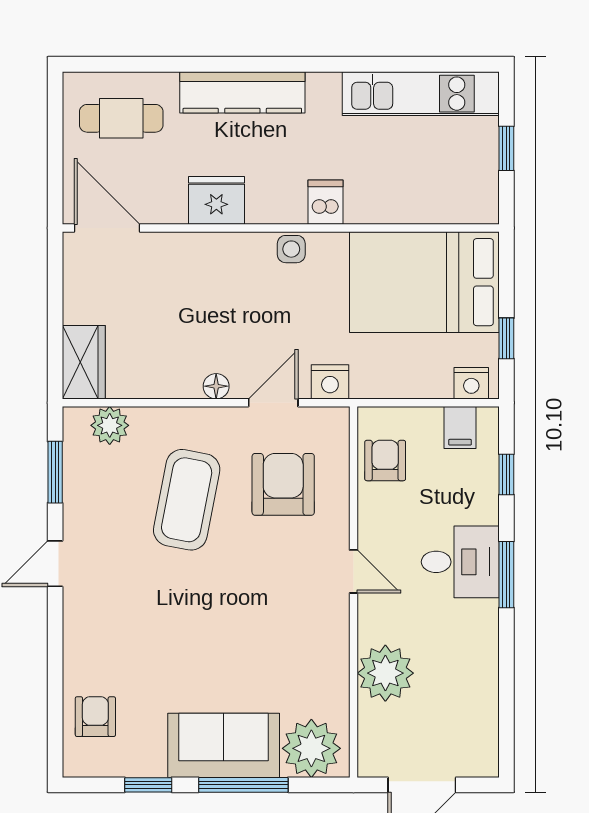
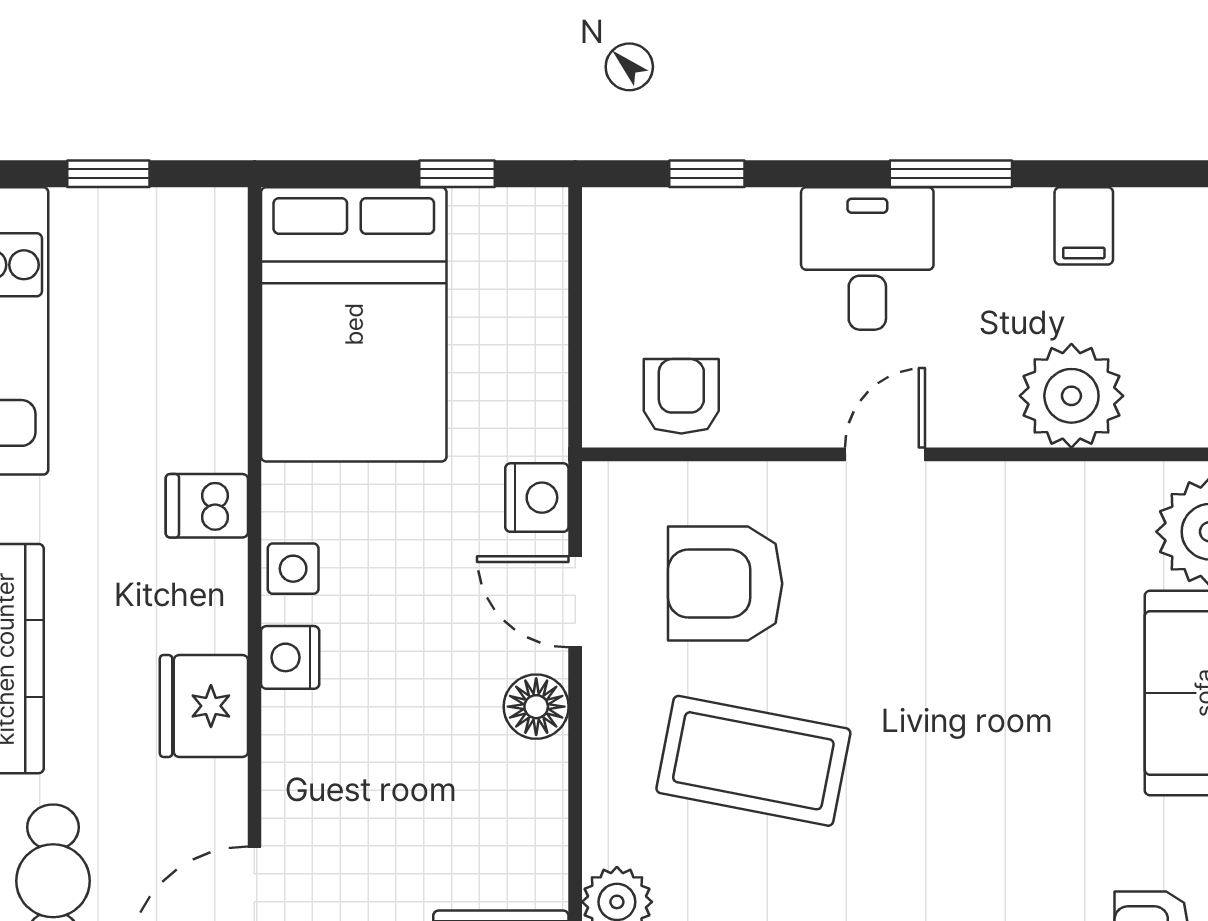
nightstand: (471, 383) -> (290, 657), moved, turned 180
floor lamp: (216, 386) -> (536, 707), width x1.37, depth x1.37
filing cabinet: (460, 427) -> (1084, 226), moved, turned 90
armchair: (385, 460) -> (681, 396), turned 90
window: (506, 575) -> (951, 174), moved

